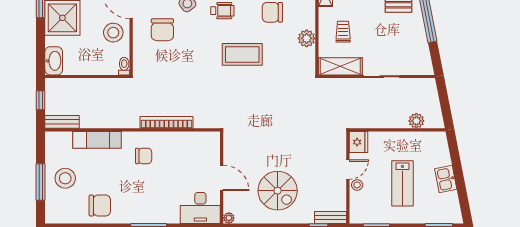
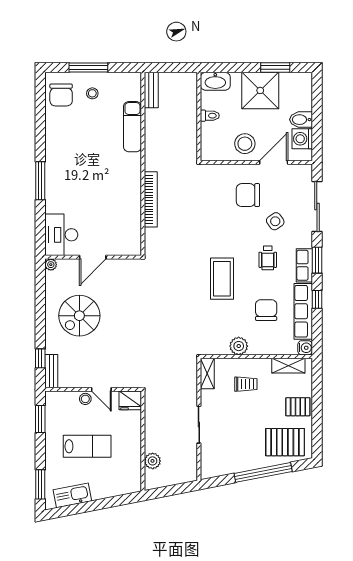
toilet: (124, 66) -> (210, 116), moved
shelving: (340, 66) -> (207, 374), width x0.67, depth x0.75
window: (41, 100) -> (174, 67), removed
chair: (144, 156) -> (116, 175), removed
stool: (65, 178) -> (92, 93), width x0.53, depth x0.53
kitchen sink: (446, 179) -> (72, 495), moved, width x1.38
lab bench: (402, 183) -> (87, 446), turned 180
chair: (100, 206) -> (61, 95), moved

